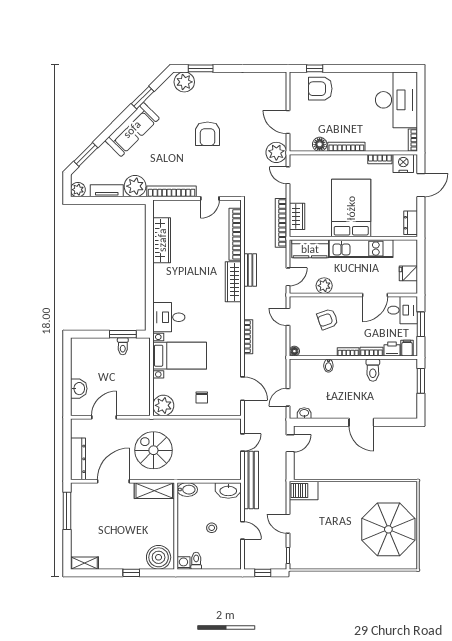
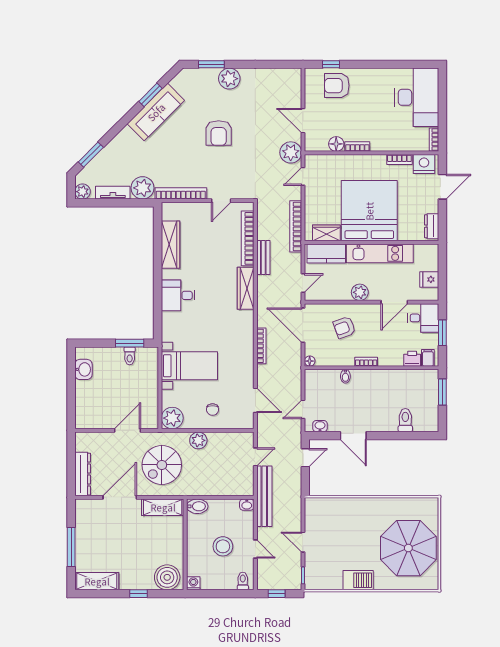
plant: (184, 82) -> (229, 79), moved
sofa: (132, 129) -> (156, 112), moved
bookcase: (346, 147) -> (357, 147), width x0.64
door: (288, 175) -> (303, 176), hinge flipped
bed: (351, 208) -> (369, 211), width x1.36
wardrobe: (297, 216) -> (326, 233), moved, turned -90
bench: (250, 270) -> (263, 258), moved
plant: (324, 286) -> (360, 292), moved
desk: (169, 317) -> (178, 295), moved
door: (288, 317) -> (303, 325), width x1.88
bookcase: (372, 352) -> (391, 361), removed
toilet: (373, 370) -> (405, 420), moved, turned 180
washbasin: (79, 389) -> (83, 369), moved
door: (104, 417) -> (128, 430), moved
door: (361, 422) -> (353, 436), moved
plant: (188, 427) -> (198, 440), added
spiral stairs: (153, 450) -> (162, 465), turned -90
washbasin: (228, 490) -> (247, 505), width x0.52, depth x0.69
barbecue: (304, 491) -> (358, 580), moved, turned 180
window: (67, 511) -> (71, 547), moved
stool: (212, 528) -> (223, 546), width x1.89, depth x1.89
toilet: (196, 561) -> (243, 581), moved
shelving: (84, 563) -> (97, 581), width x1.50, depth x1.33

